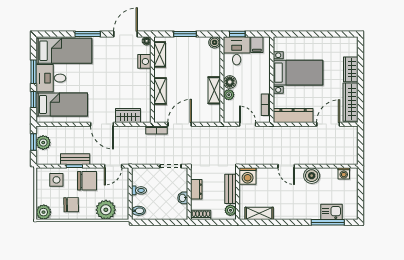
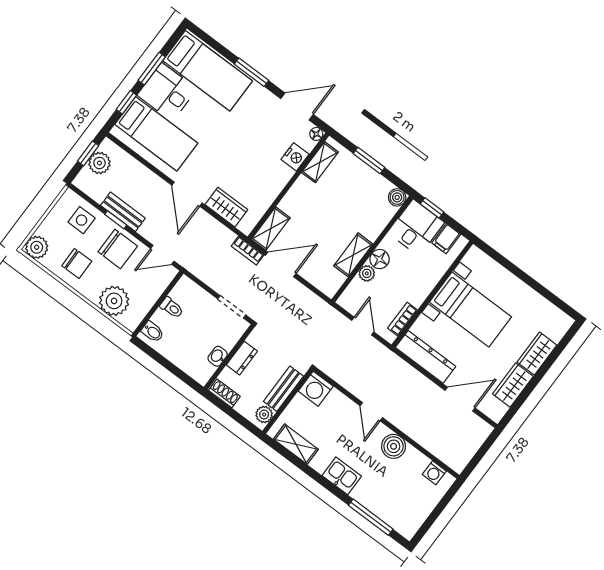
shelving: (160, 91) -> (271, 229), moved
wardrobe: (351, 102) -> (513, 385), width x0.67
kitchen sink: (331, 212) -> (342, 476), moved

